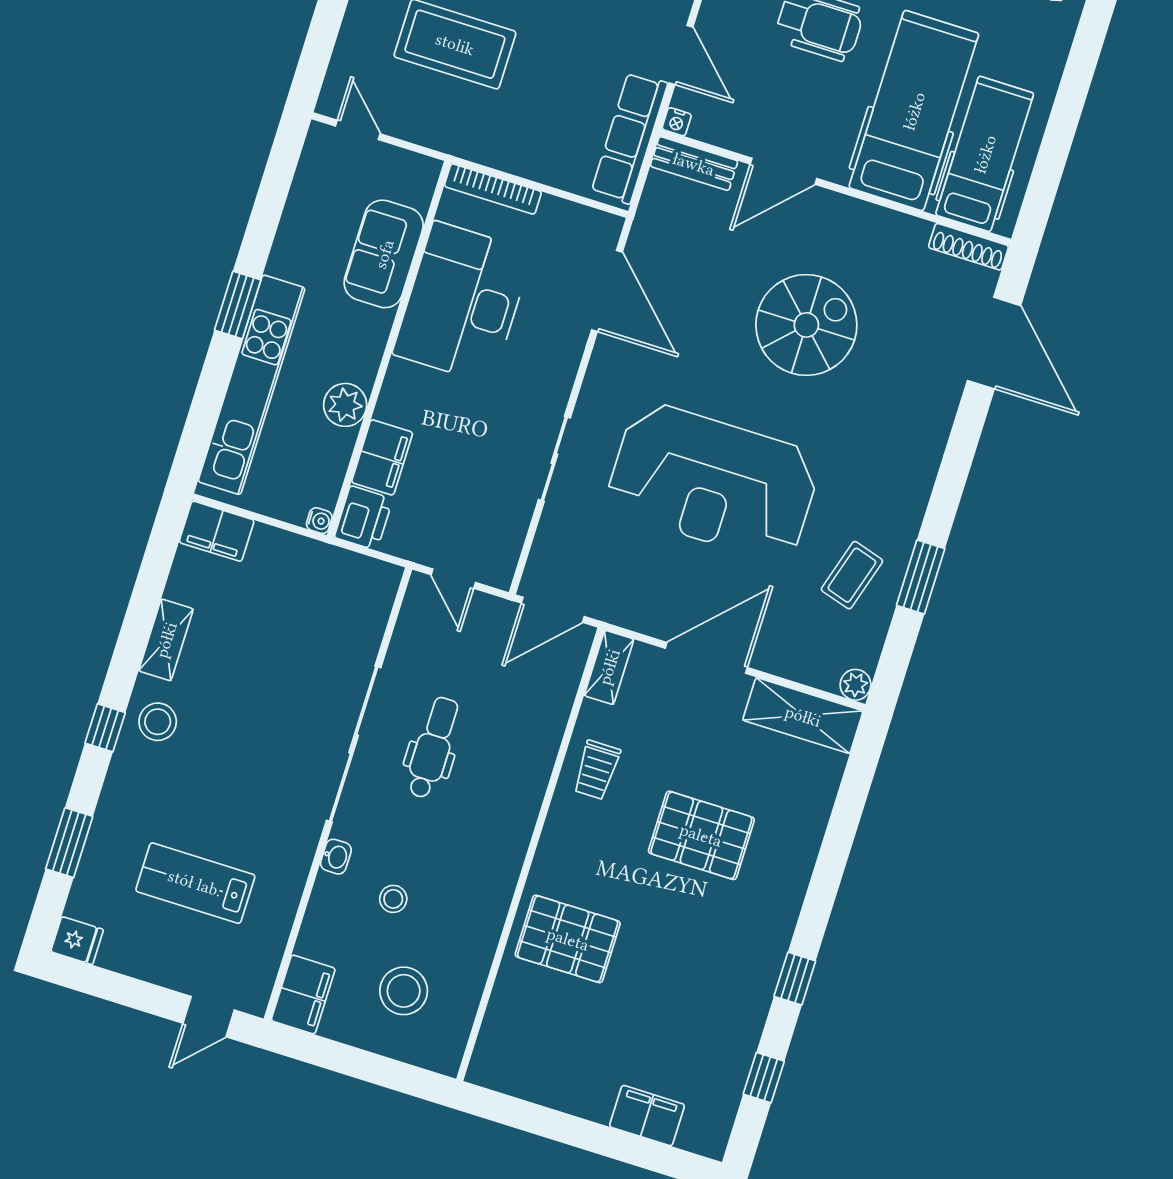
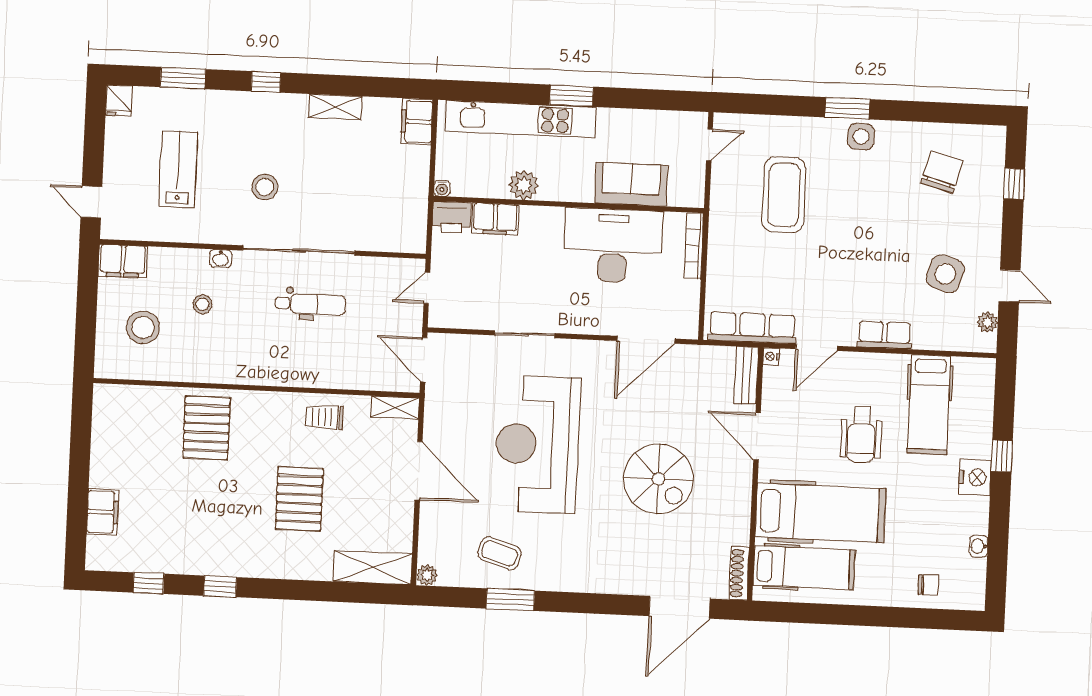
shelving: (803, 716) -> (373, 568), moved, turned 90
stool: (158, 722) -> (265, 187), moved

